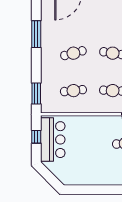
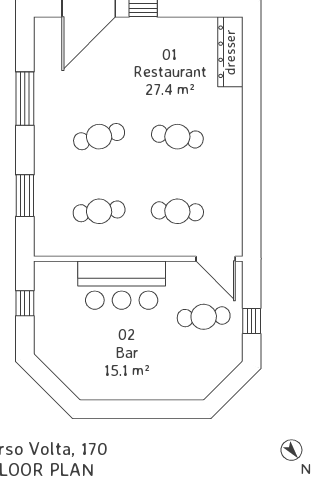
window: (36, 93) -> (25, 196), moved
bar counter: (53, 140) -> (122, 285), moved, turned 90

